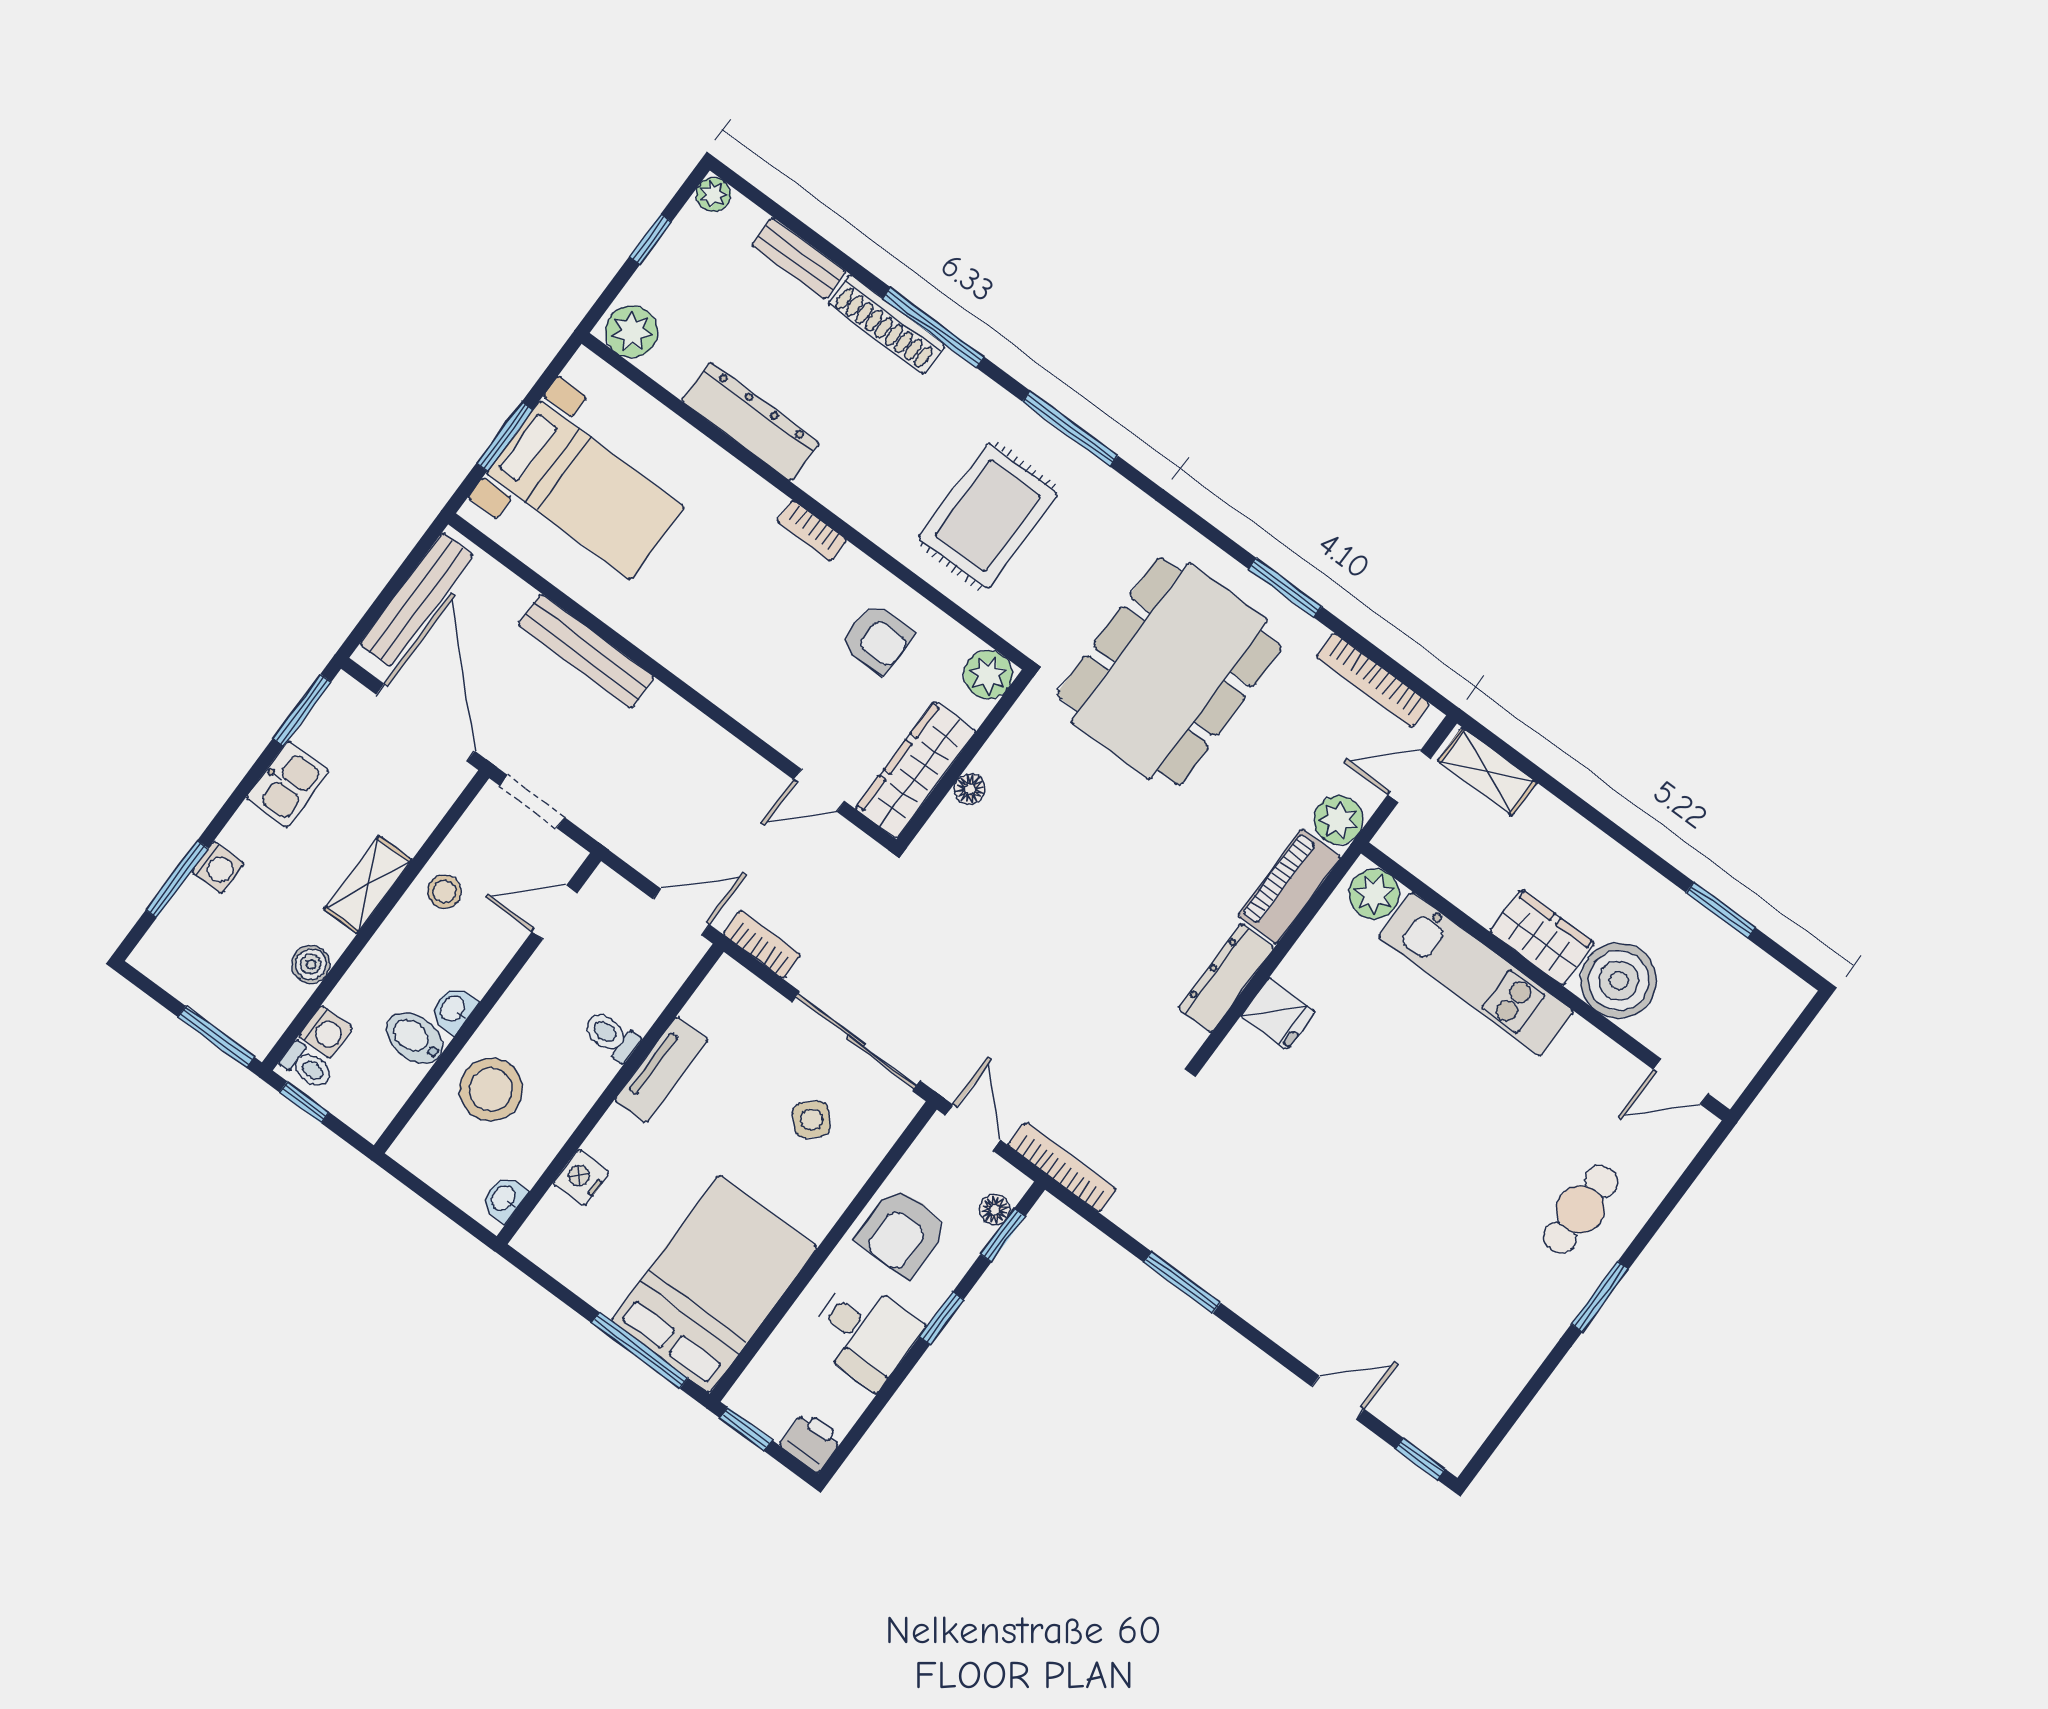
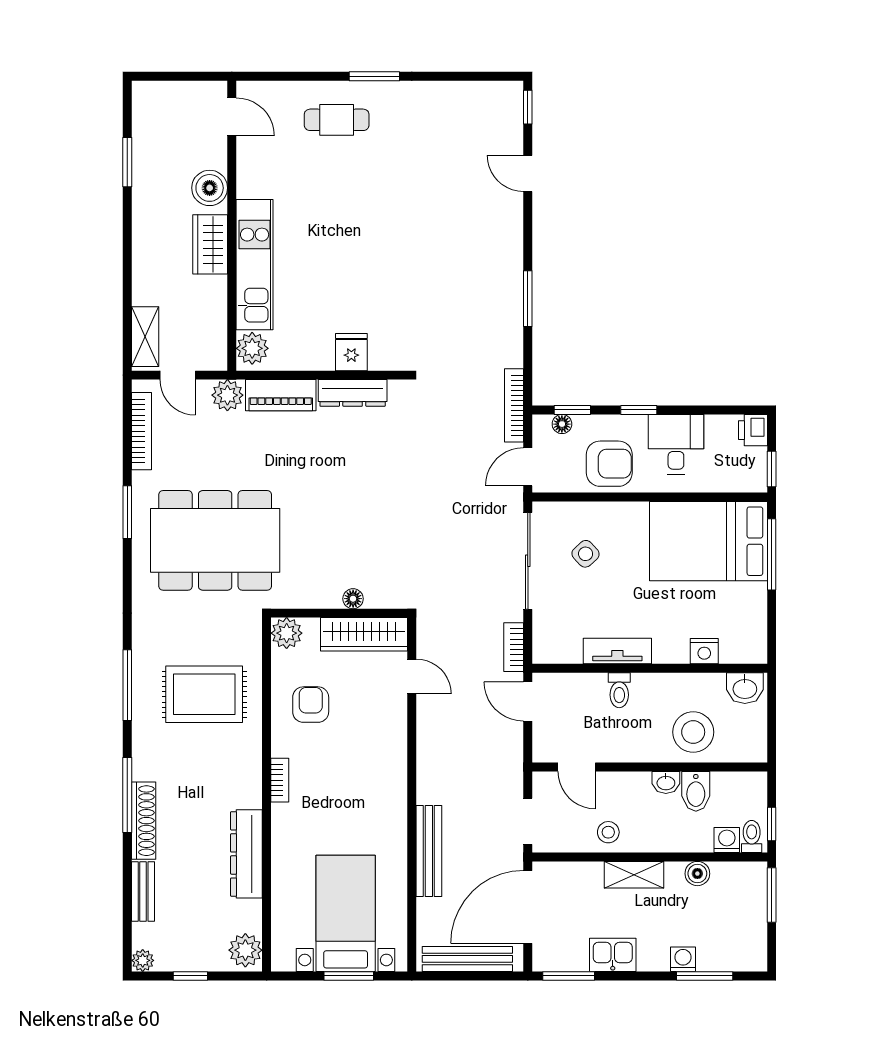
boiler: (1619, 981) -> (210, 188), width x0.73, depth x0.73
washbasin: (504, 1199) -> (745, 688), width x1.38, depth x1.45

